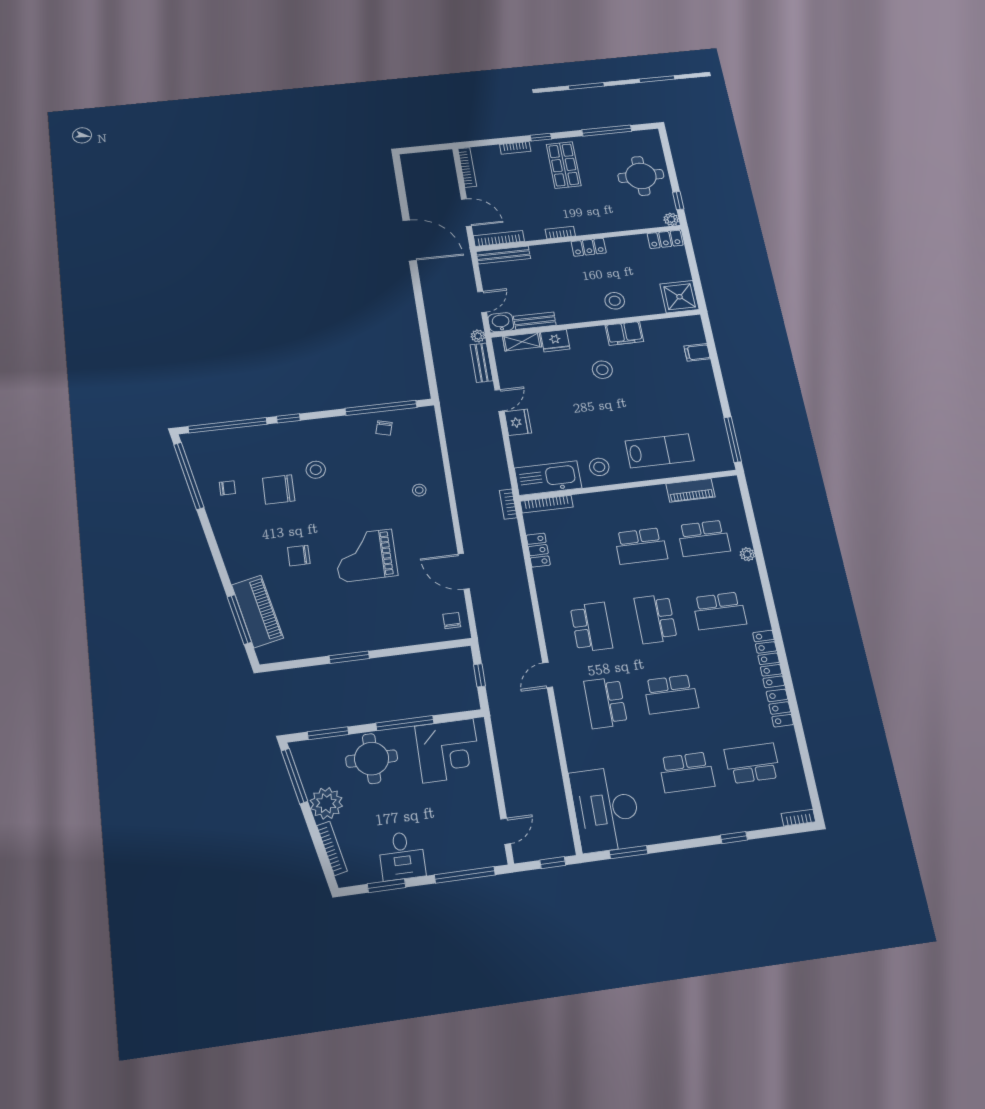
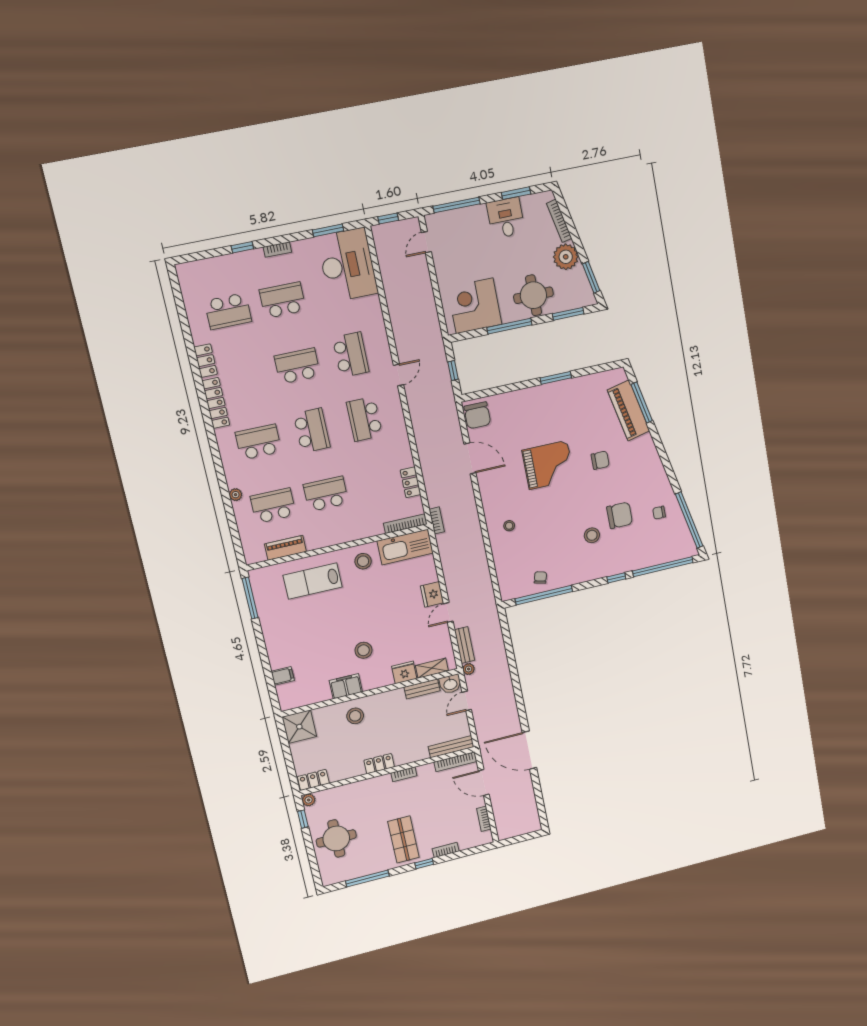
bookcase: (467, 167) -> (484, 819), width x0.64
chair: (452, 621) -> (477, 415), width x1.87, depth x1.87
window: (294, 776) -> (591, 277), width x0.69
bookcase: (798, 818) -> (277, 250), moved

